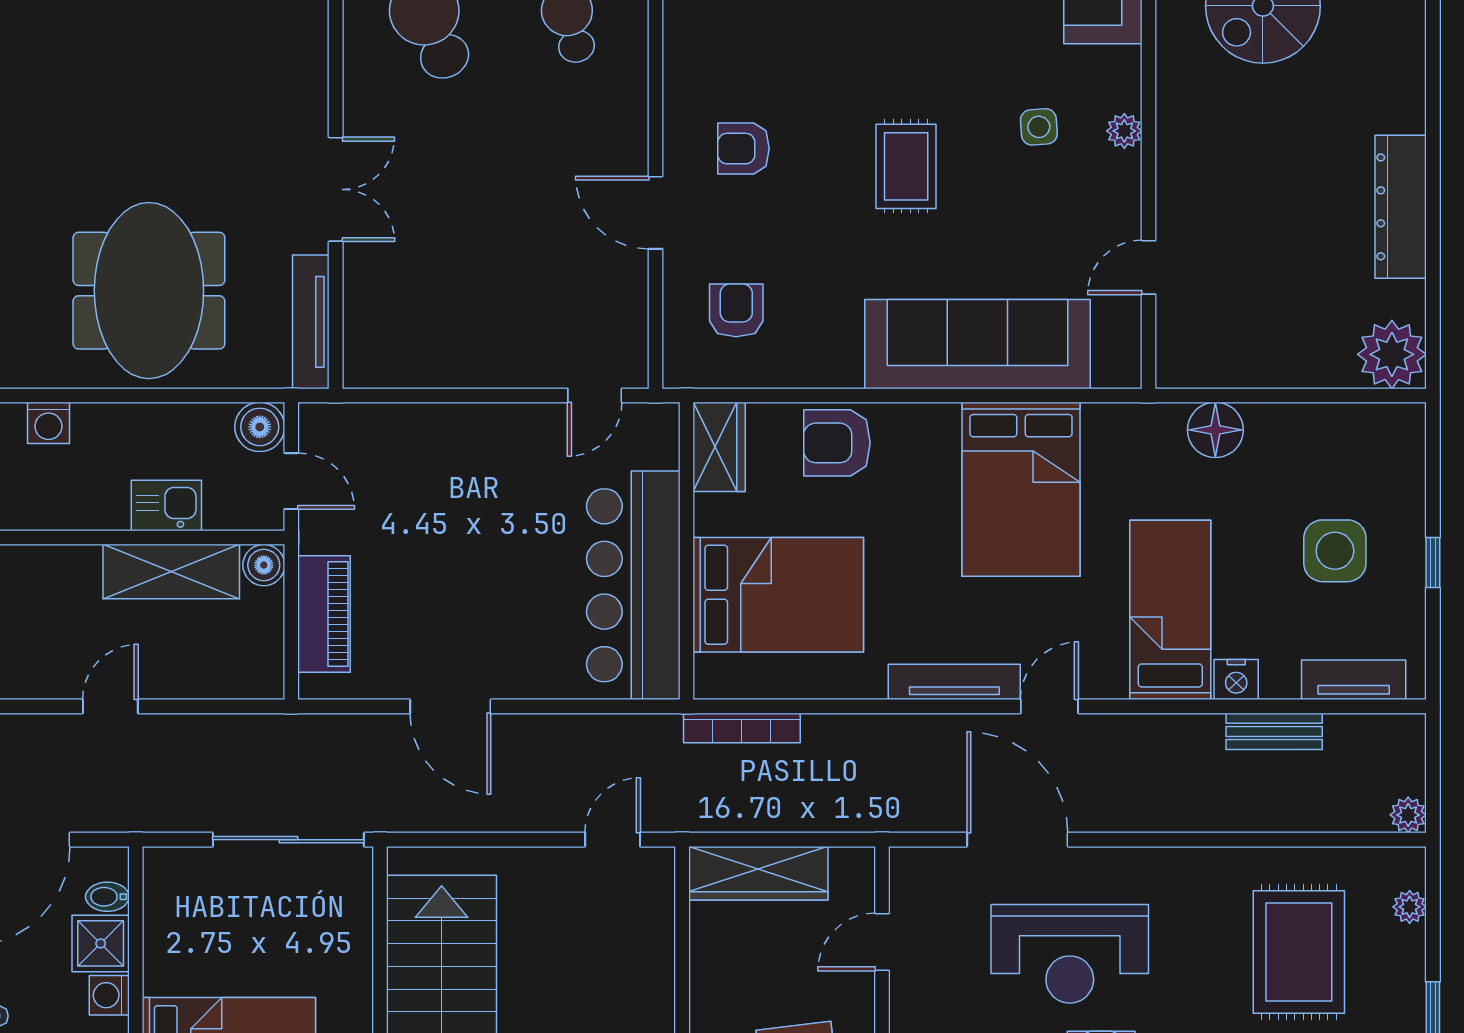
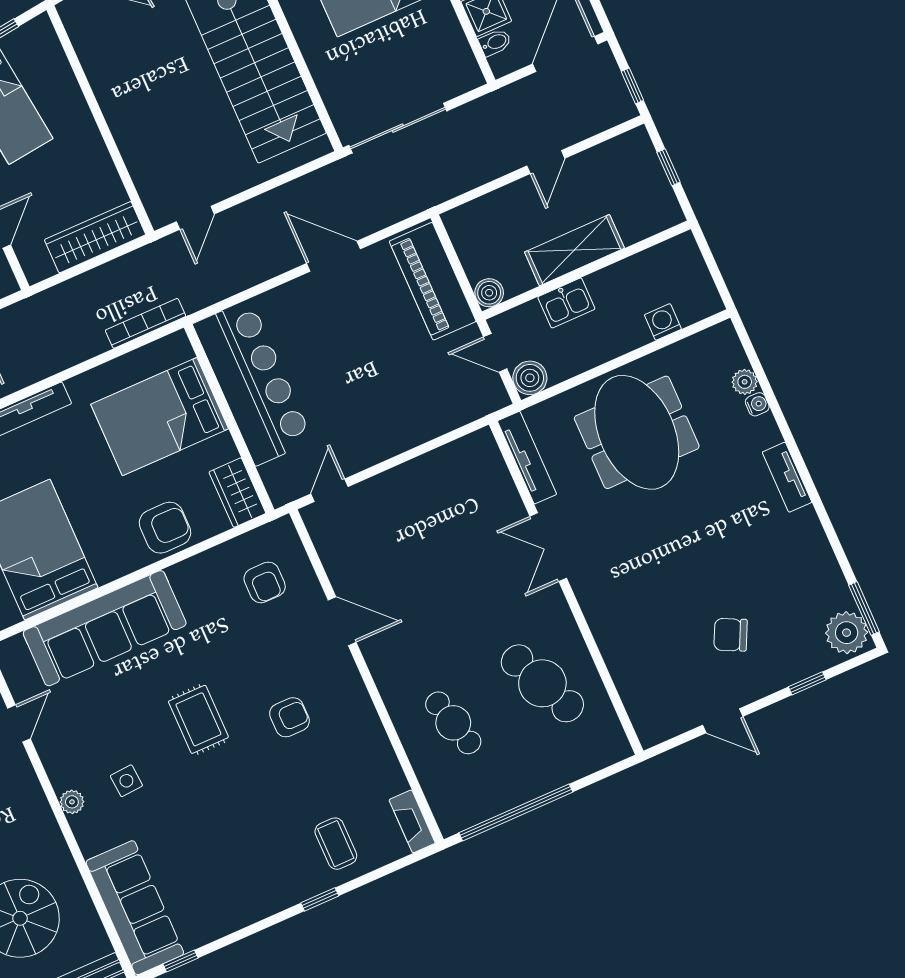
armchair: (743, 149) -> (289, 717), moved
shelving: (171, 572) -> (574, 250), moved
piano: (324, 614) -> (433, 281), width x1.37, depth x1.33

